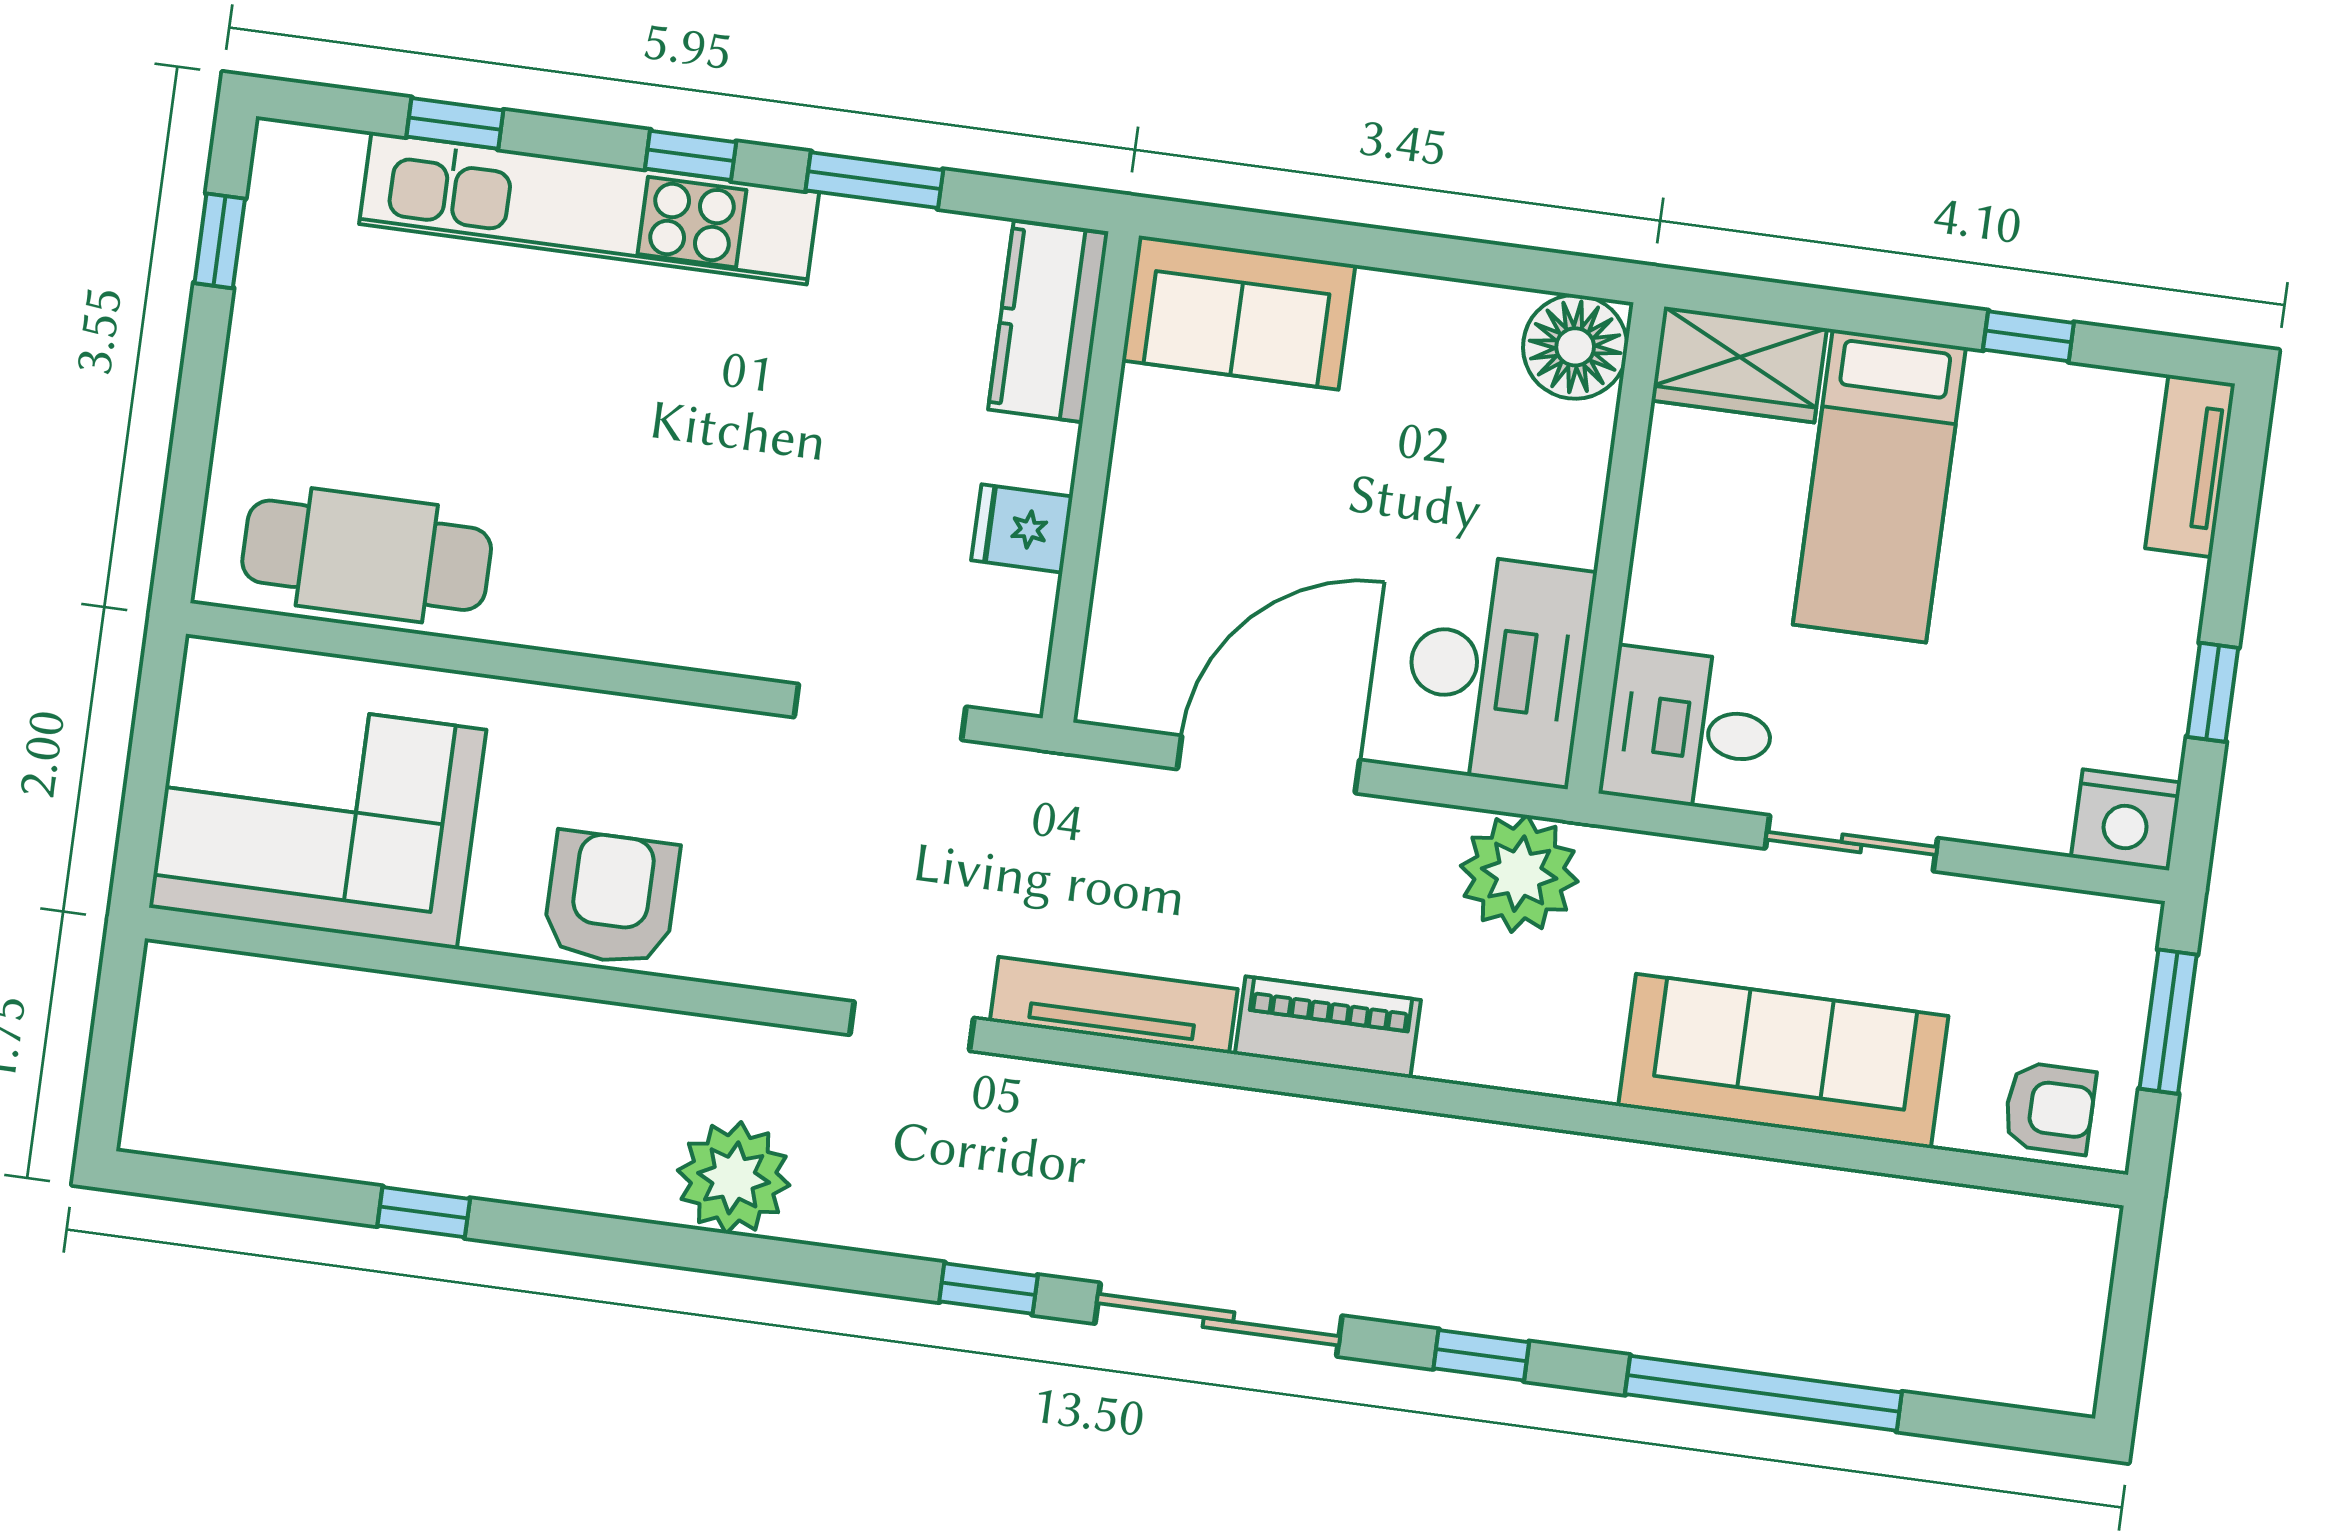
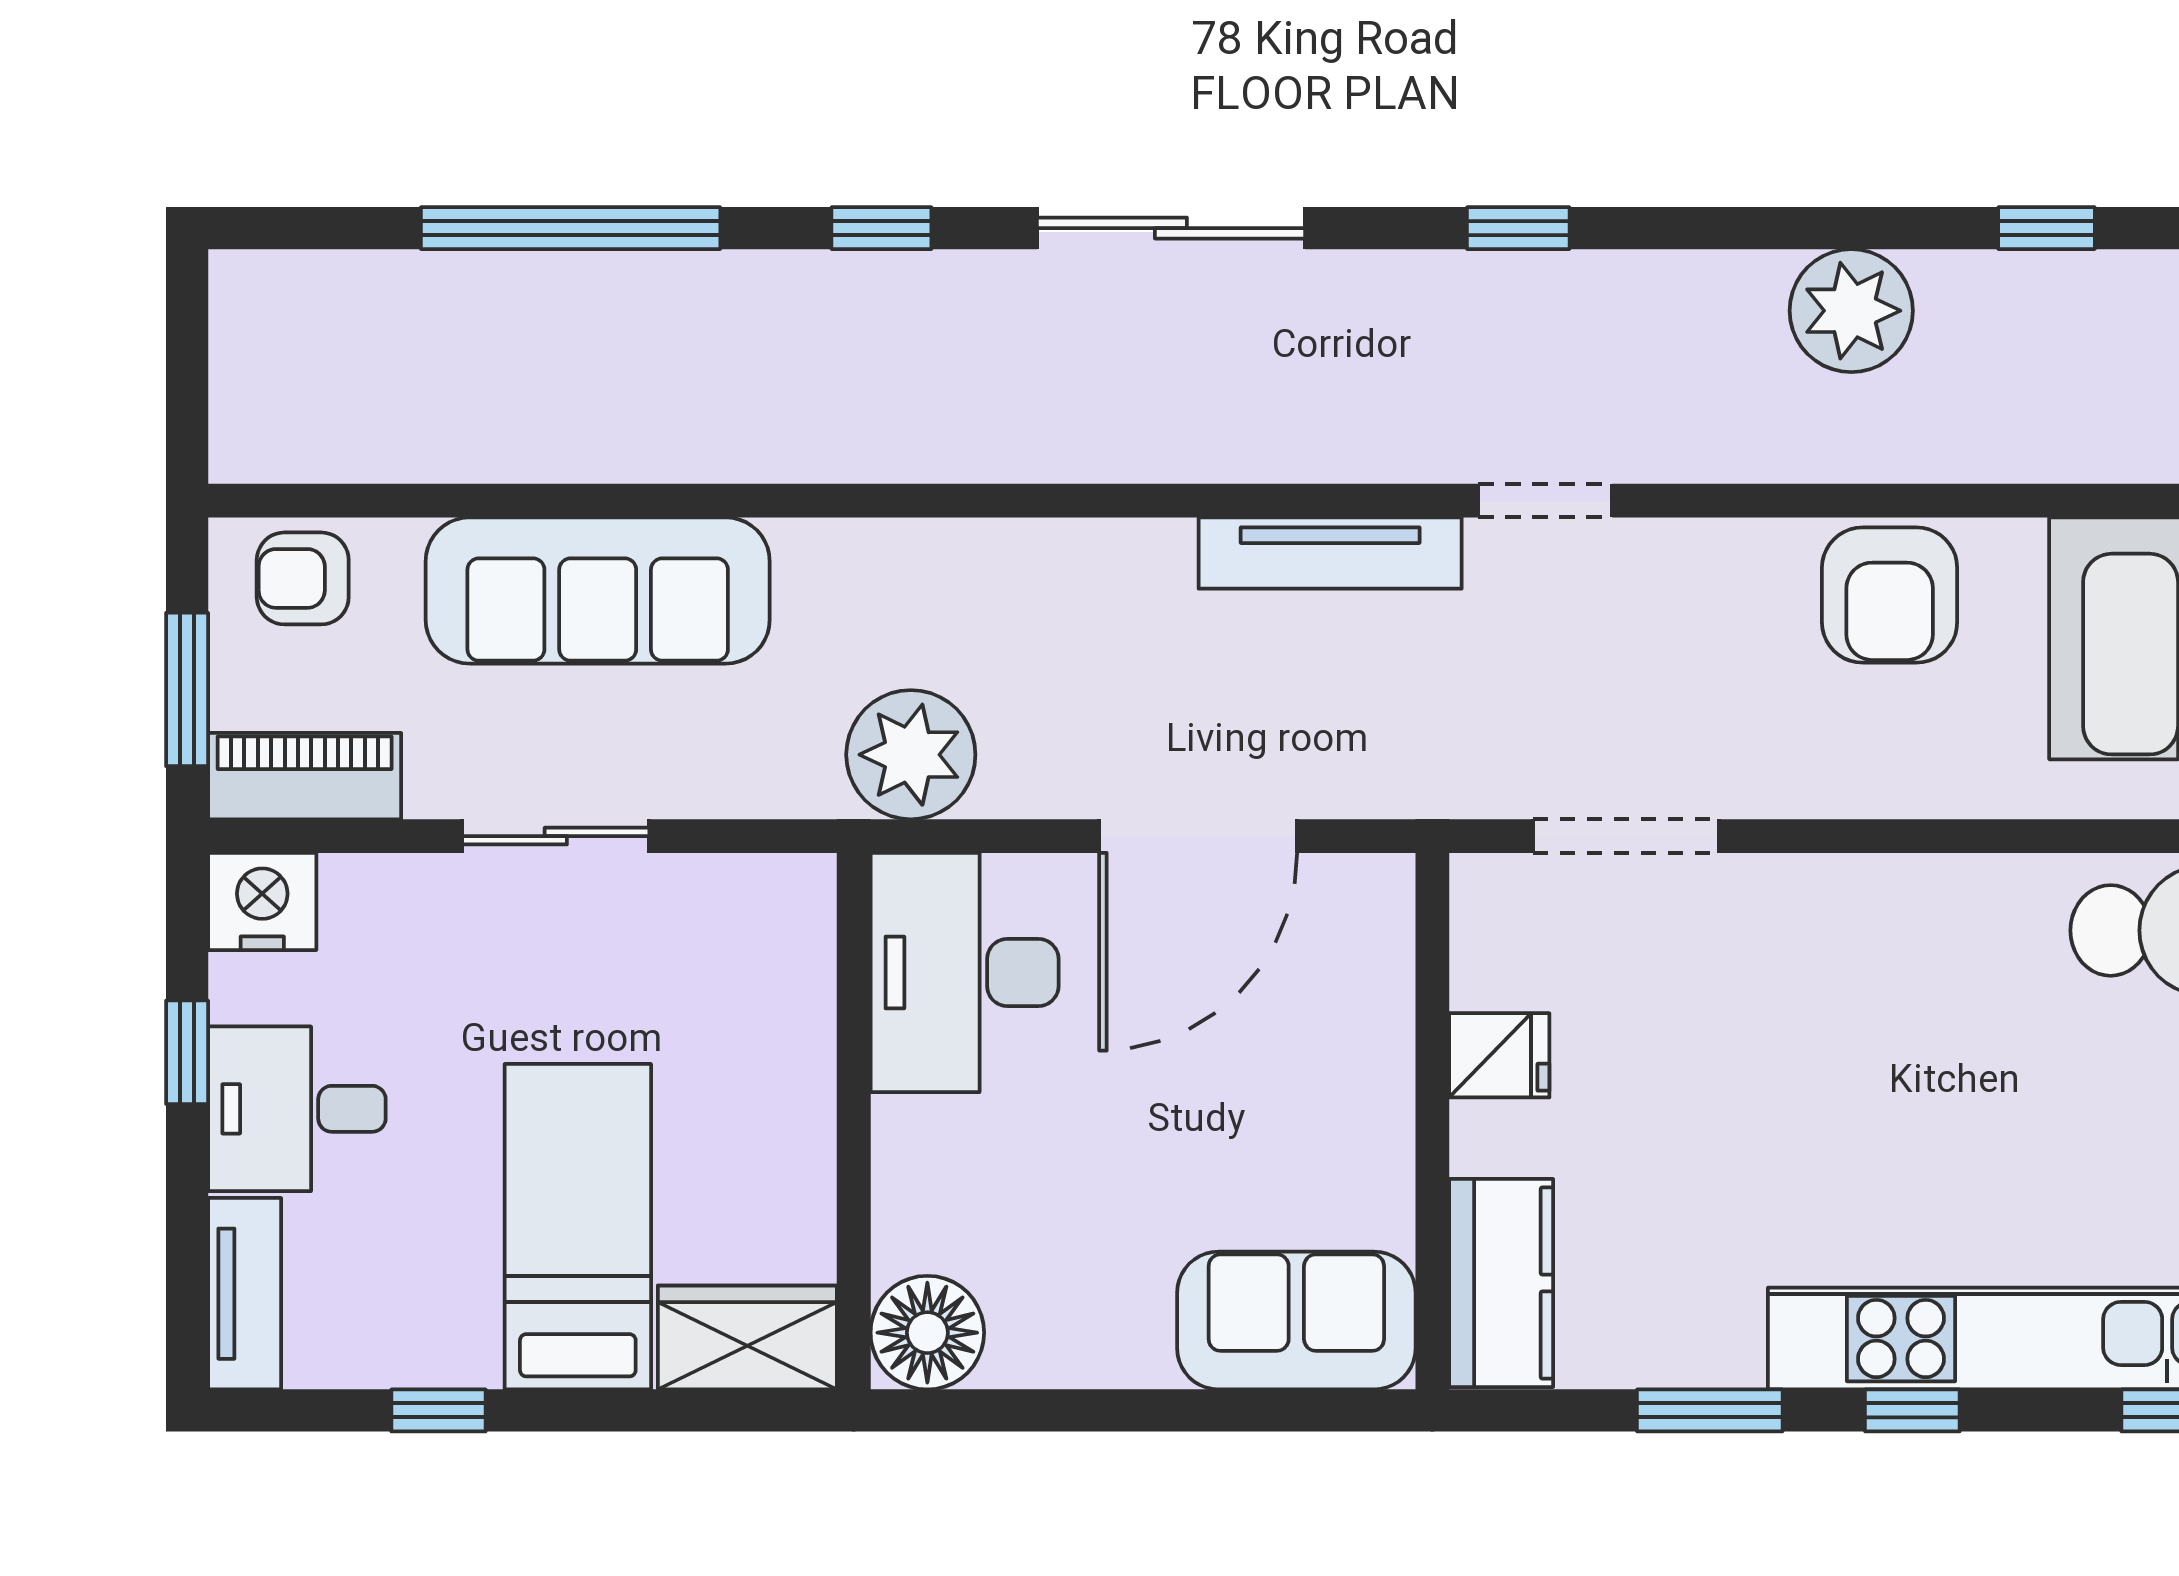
desk: (1689, 730) -> (297, 1109), moved, turned 180
piano: (1328, 1027) -> (305, 776), moved, turned 180
plant: (734, 1178) -> (1851, 311), moved
window: (988, 1289) -> (1518, 228), moved

